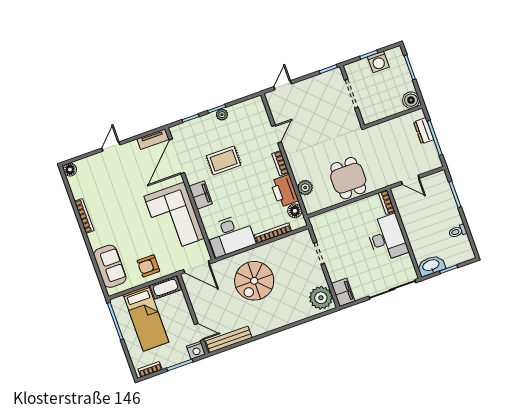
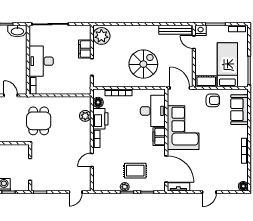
door: (177, 156) -> (166, 169), hinge flipped
rug: (224, 161) -> (135, 171), moved
dining table: (348, 178) -> (39, 121), moved
desk: (231, 235) -> (153, 111), moved, turned 90
filing cabinet: (343, 292) -> (85, 49), moved

